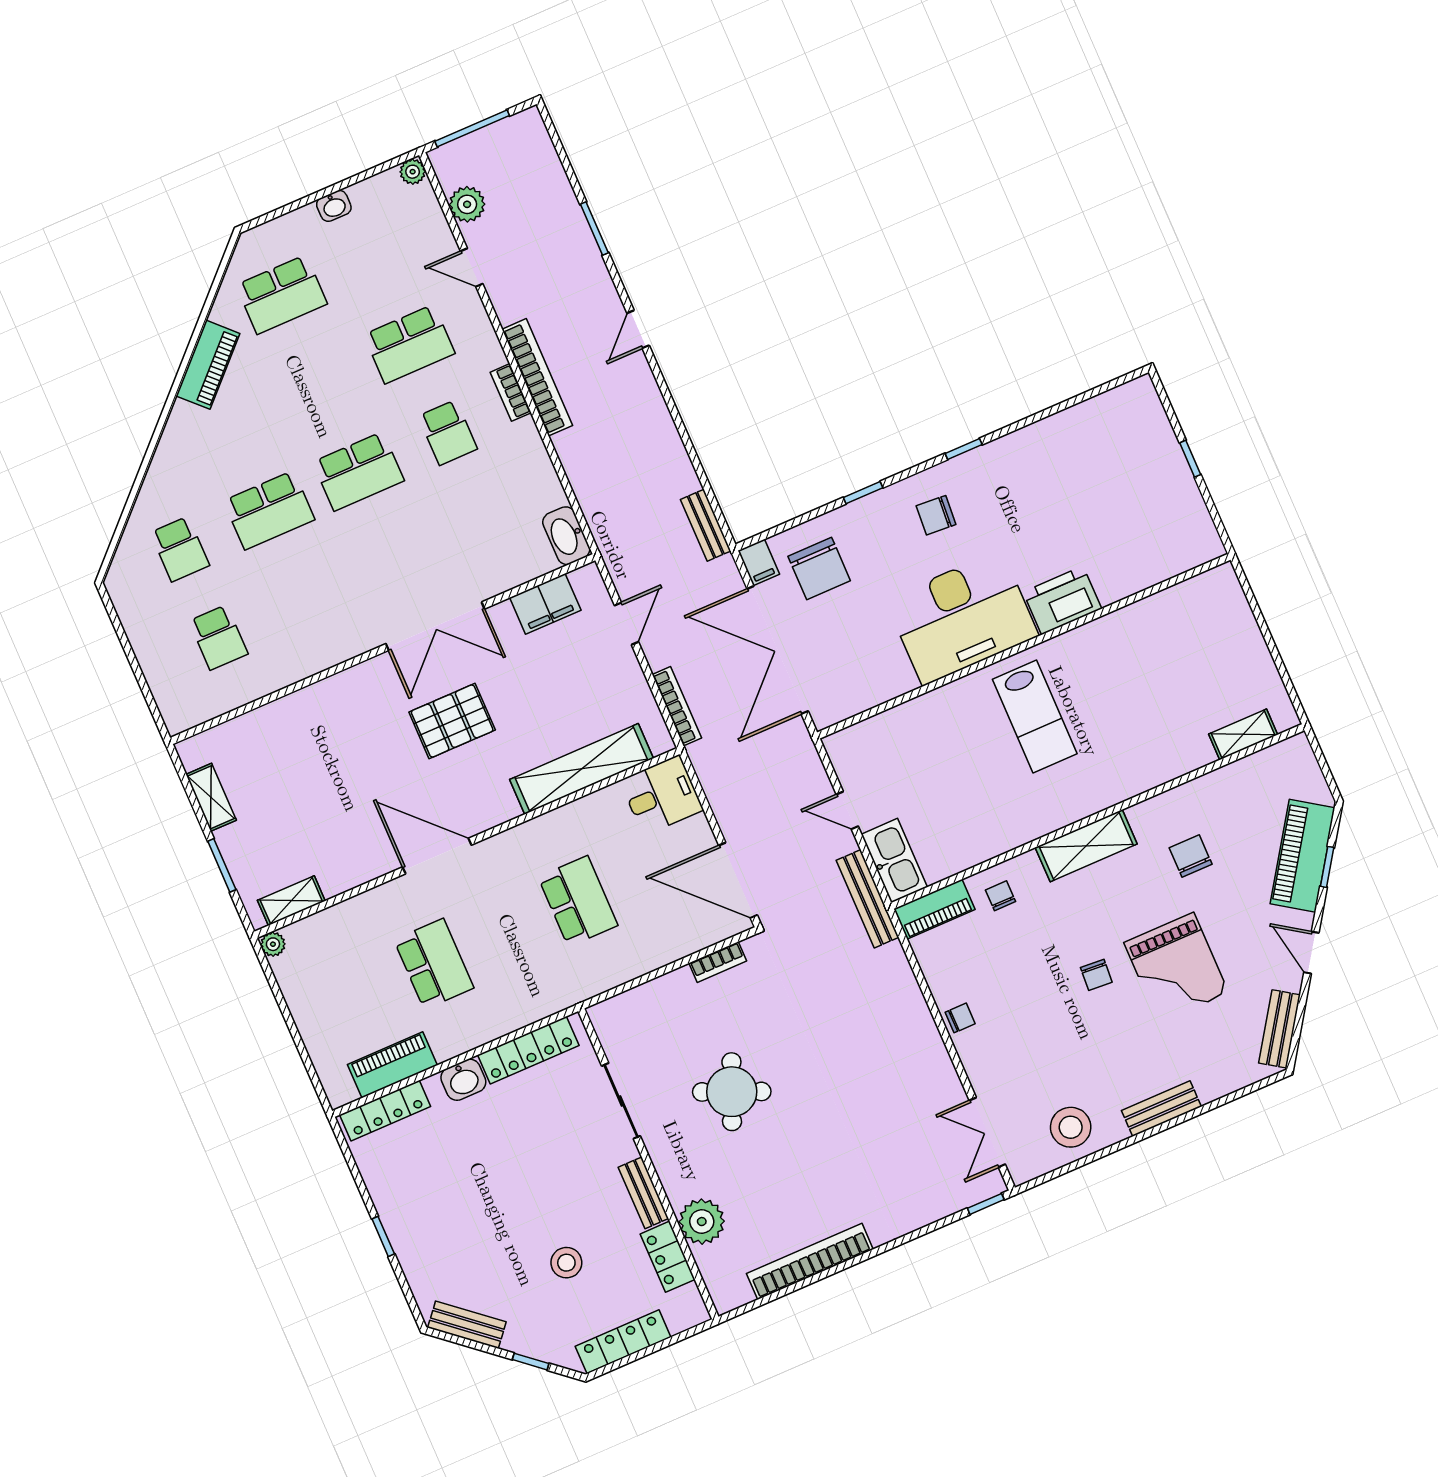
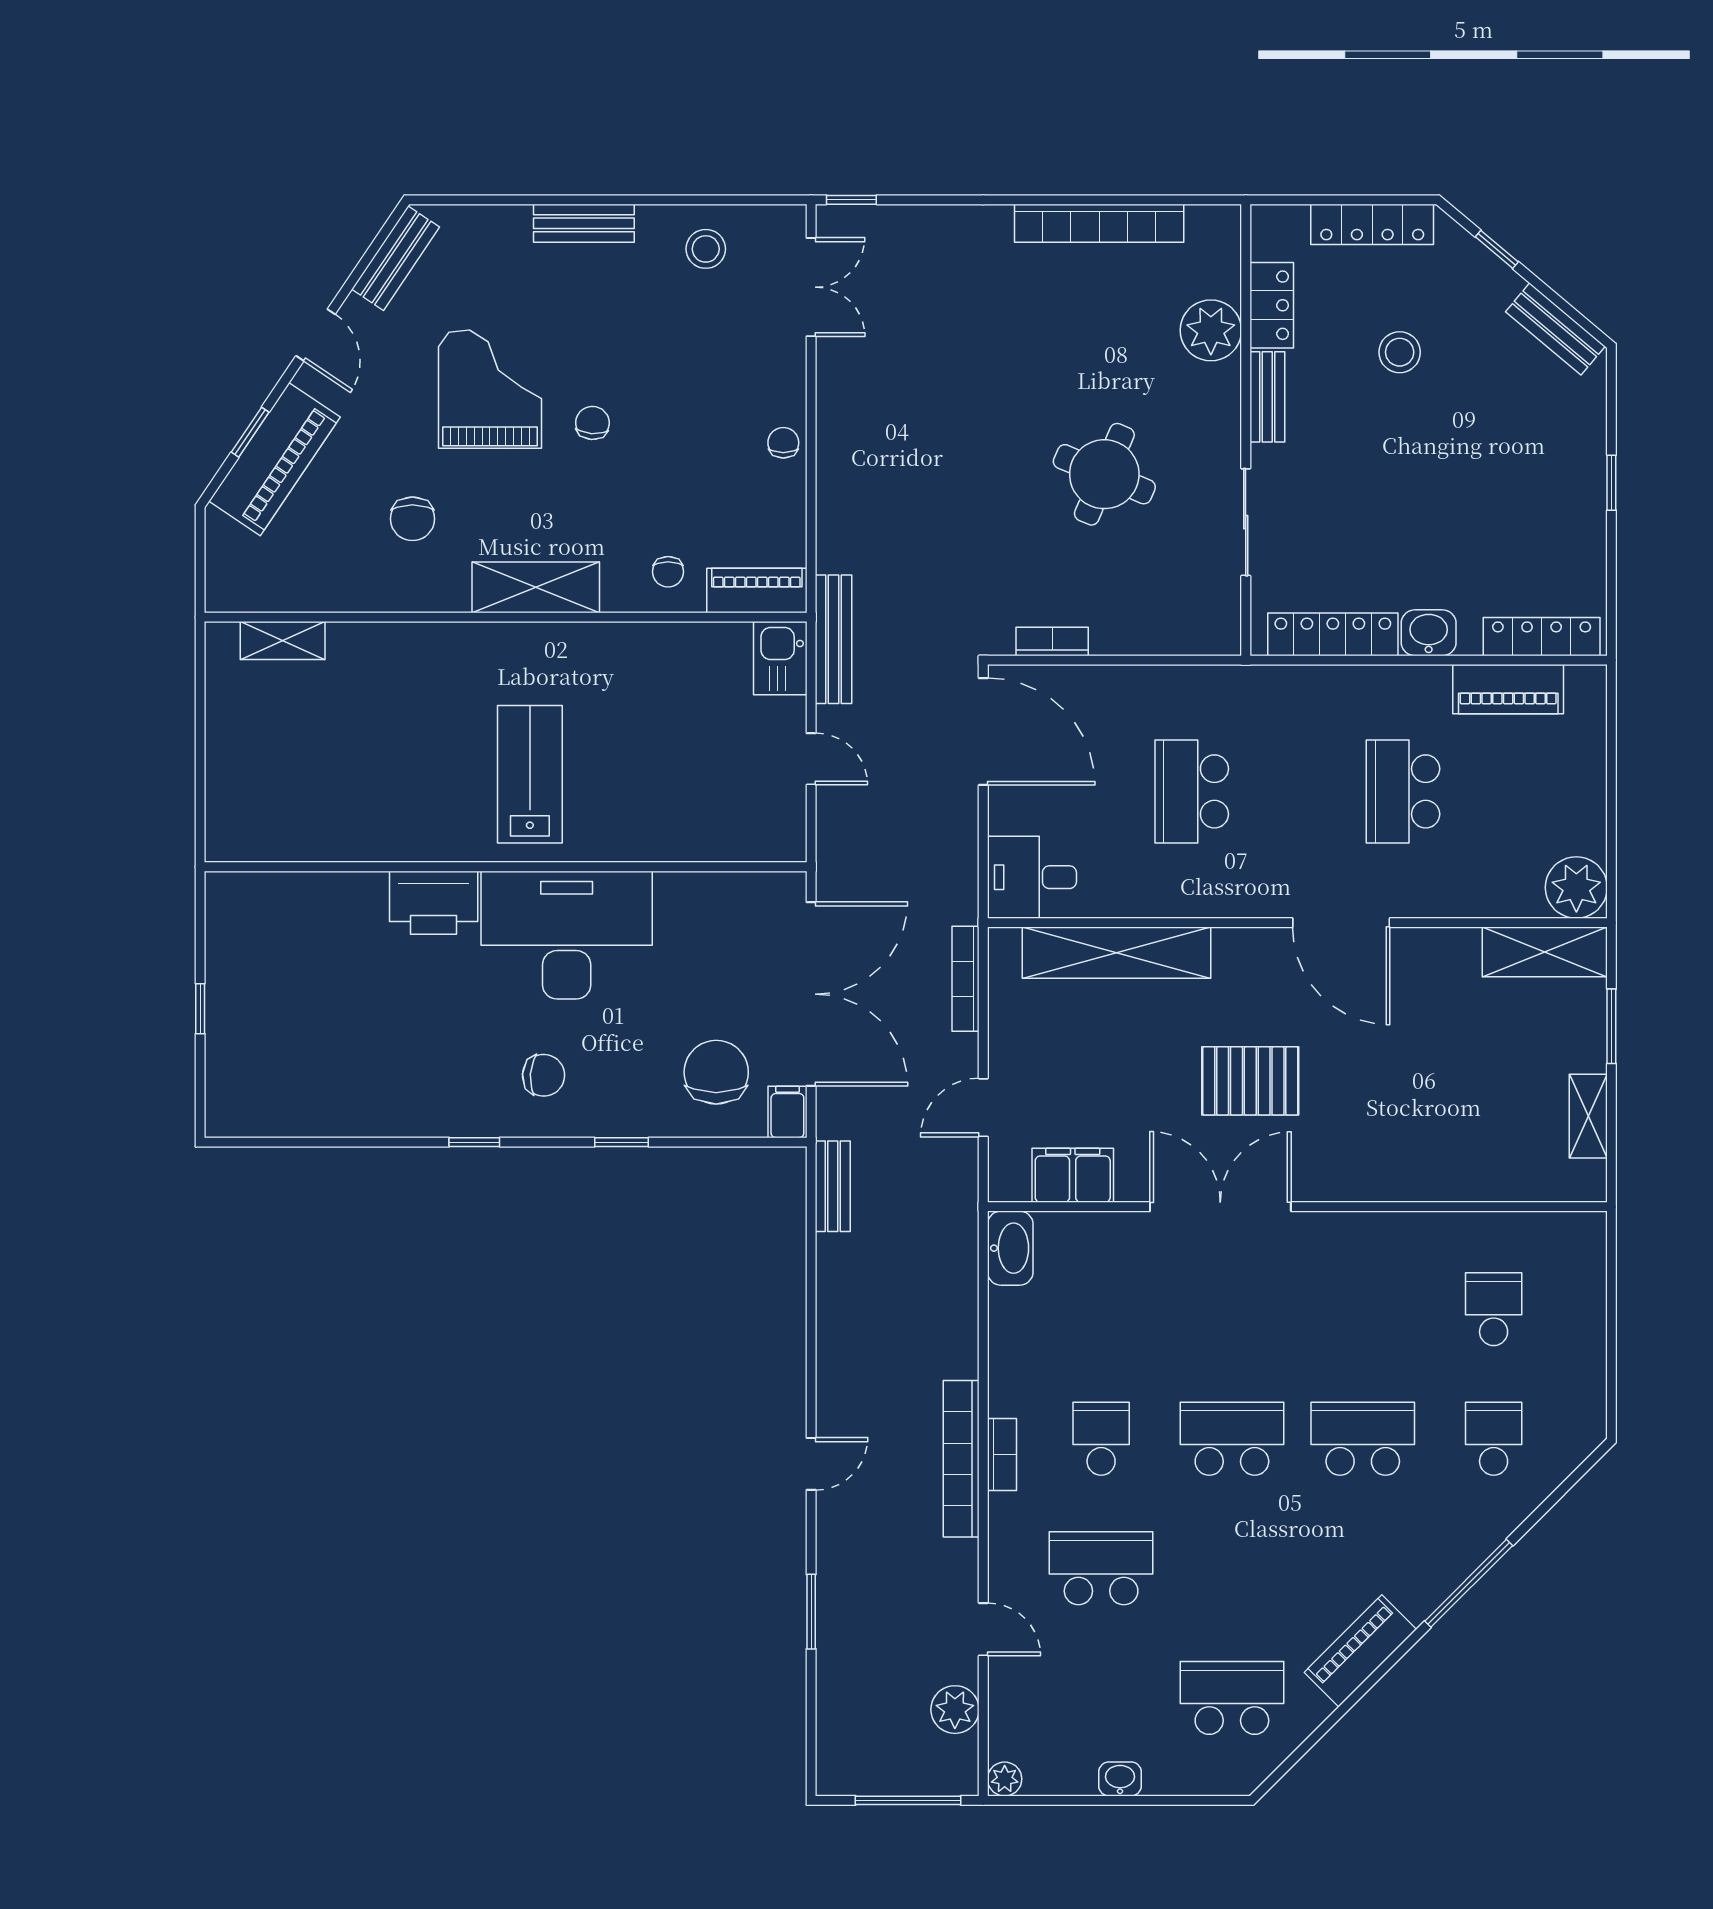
window: (154, 443) -> (1469, 1583), added
kitchen sink: (894, 861) -> (780, 658), width x0.73
shelving: (291, 901) -> (1545, 952), width x1.50, depth x1.33
plant: (273, 944) -> (1576, 887), width x1.88, depth x1.88
chair: (960, 1018) -> (783, 443), turned 90
stool: (1071, 1127) -> (706, 249), width x0.73, depth x0.73

